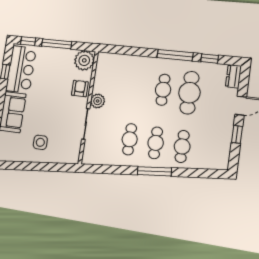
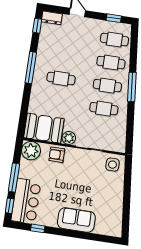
window: (210, 58) -> (37, 26), moved
bar counter: (21, 69) -> (26, 201), moved, turned 90
booth: (108, 73) -> (44, 128), added
cafe table: (189, 93) -> (114, 40), moved, width x0.73, depth x0.74
window: (237, 134) -> (114, 18), moved
side table: (40, 142) -> (112, 165), moved

